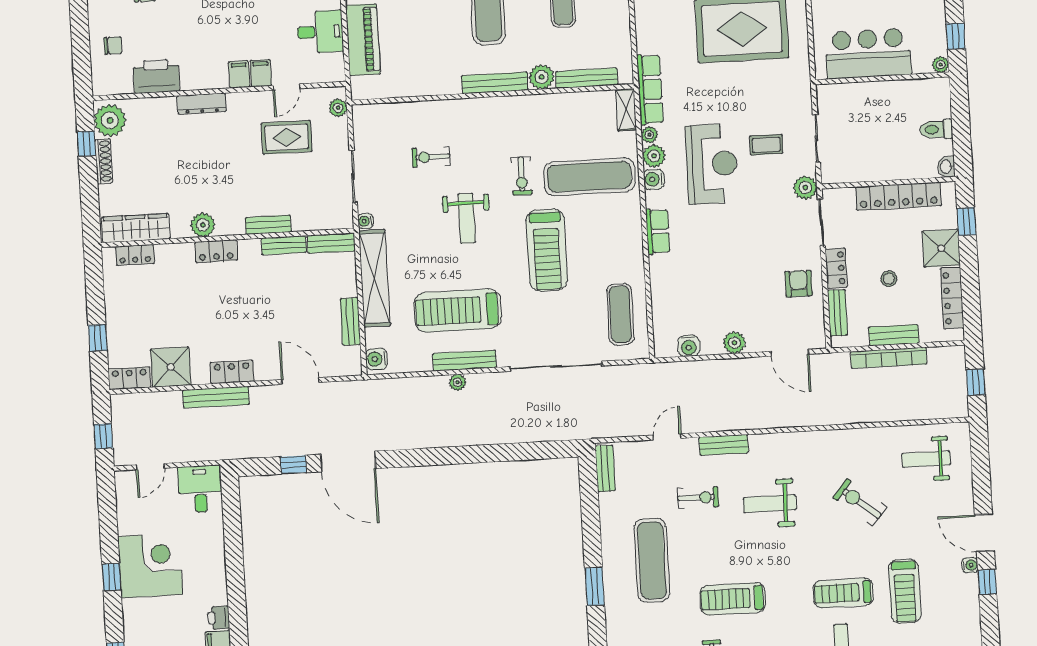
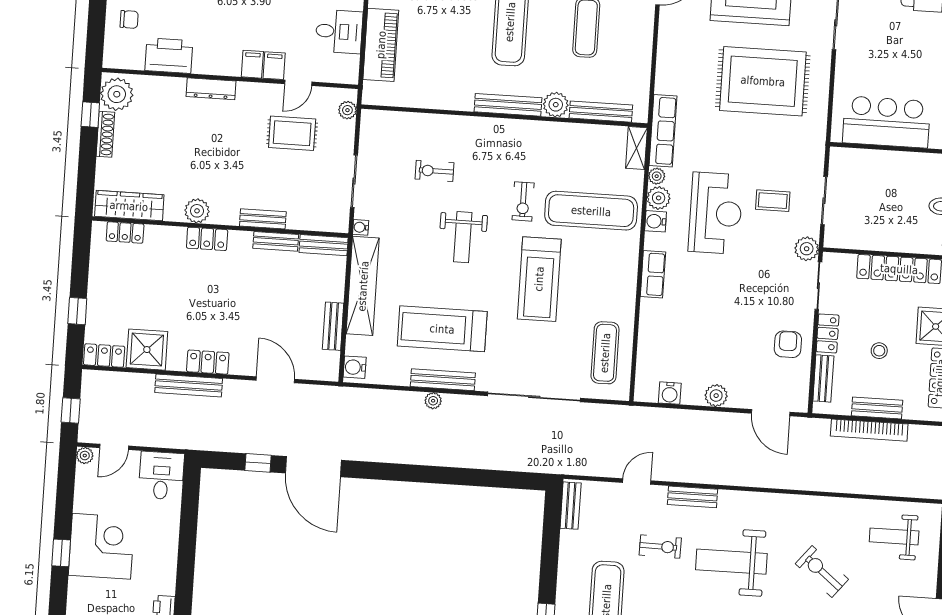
plant: (123, 479) -> (85, 456), added
weight bench: (770, 504) -> (731, 562), width x1.36, depth x1.33

